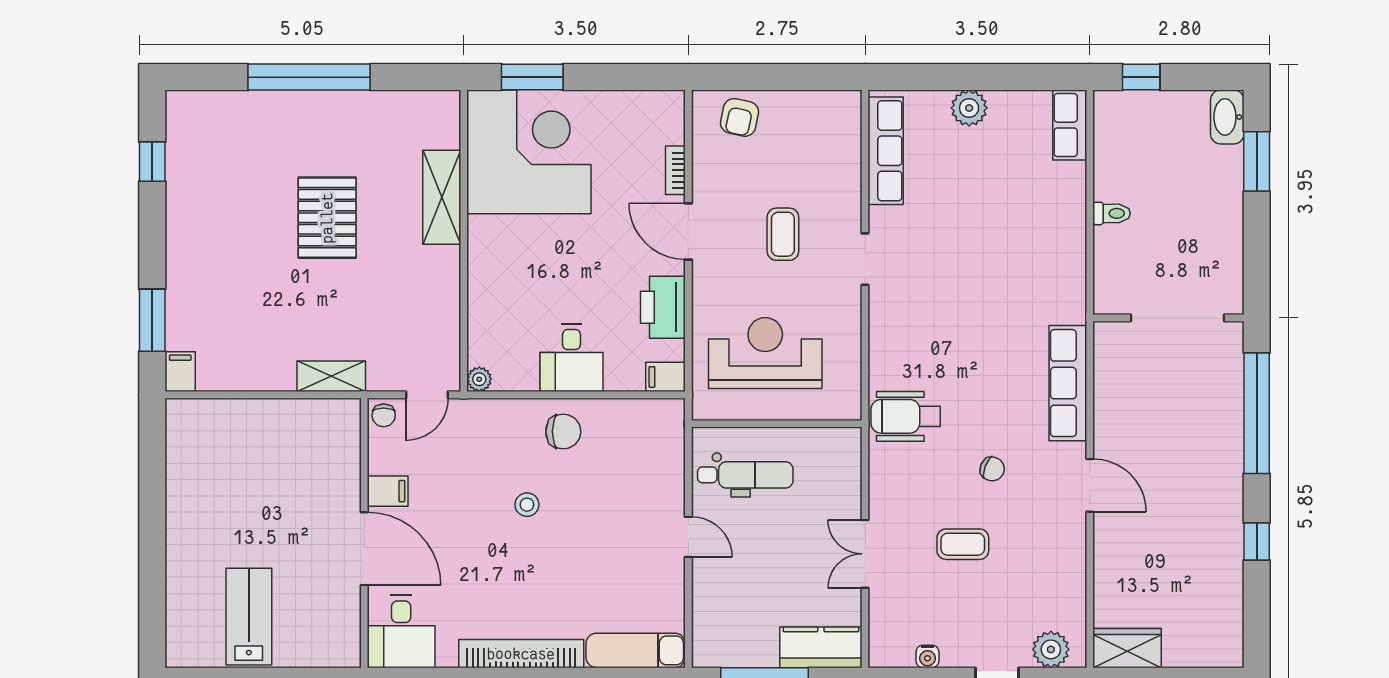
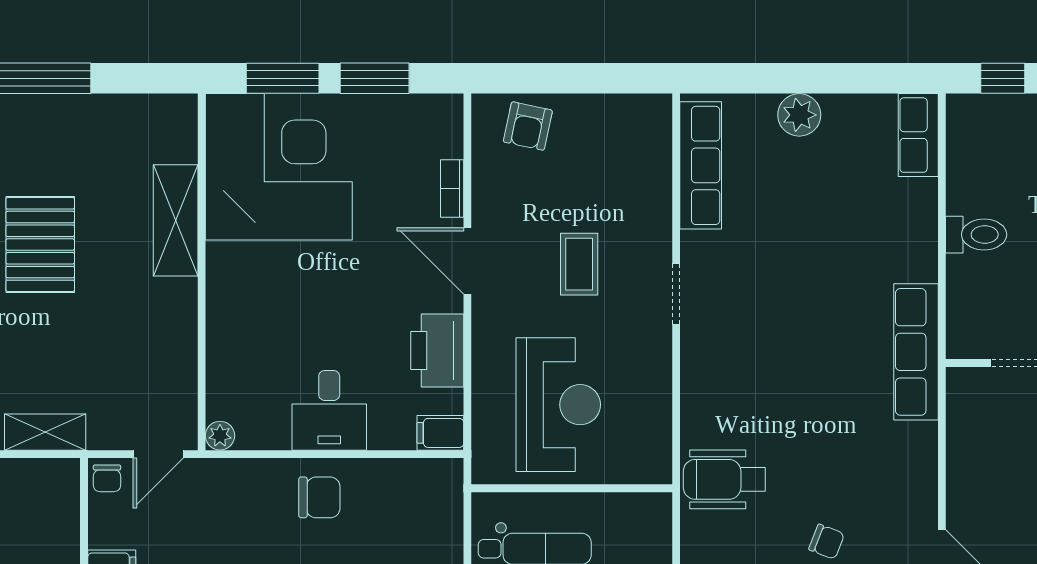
window: (610, 77) -> (375, 78), added
toilet: (1111, 213) -> (976, 235), width x1.37, depth x1.39
reception desk: (765, 353) -> (558, 405), turned 90
row of seats: (1068, 383) -> (916, 352), moved

